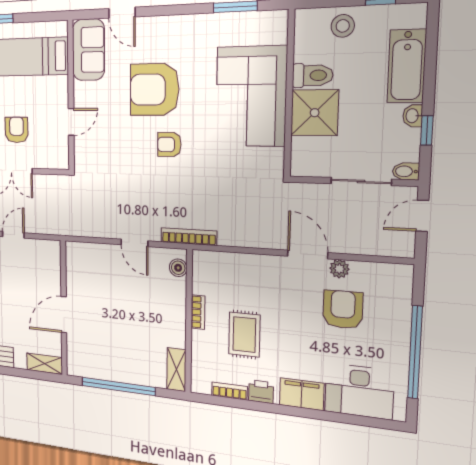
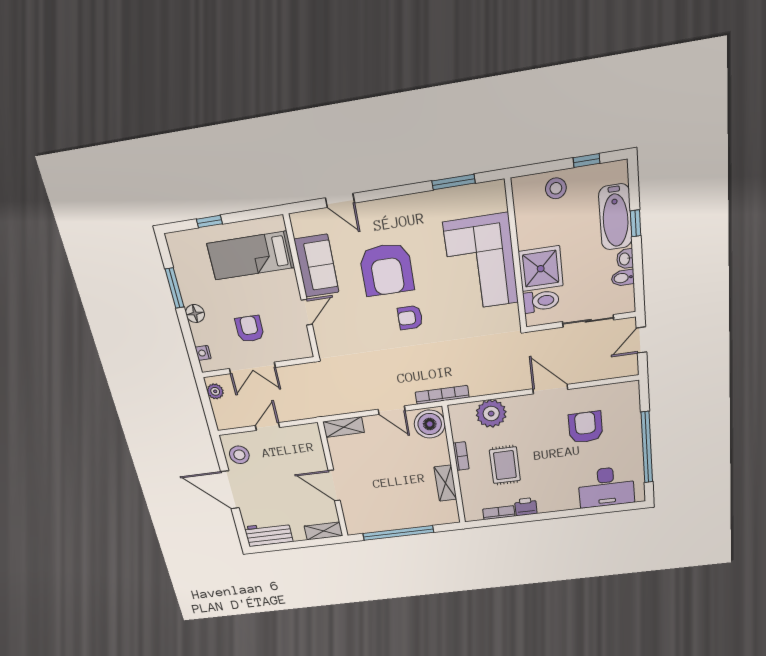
sofa: (88, 50) -> (317, 266), moved
toilet: (313, 75) -> (541, 301), moved
armchair: (154, 90) -> (387, 270), turned -90
window: (427, 130) -> (636, 223), moved
bidet: (406, 171) -> (623, 278), moved
shelving: (84, 251) -> (344, 427), added
boiler: (178, 268) -> (430, 424), width x1.86, depth x1.86
plant: (339, 269) -> (491, 414), moved, width x1.88, depth x1.88
door: (64, 315) -> (334, 486), hinge flipped
shelving: (176, 370) -> (445, 483), moved
filing cabinet: (302, 394) -> (560, 500), removed

